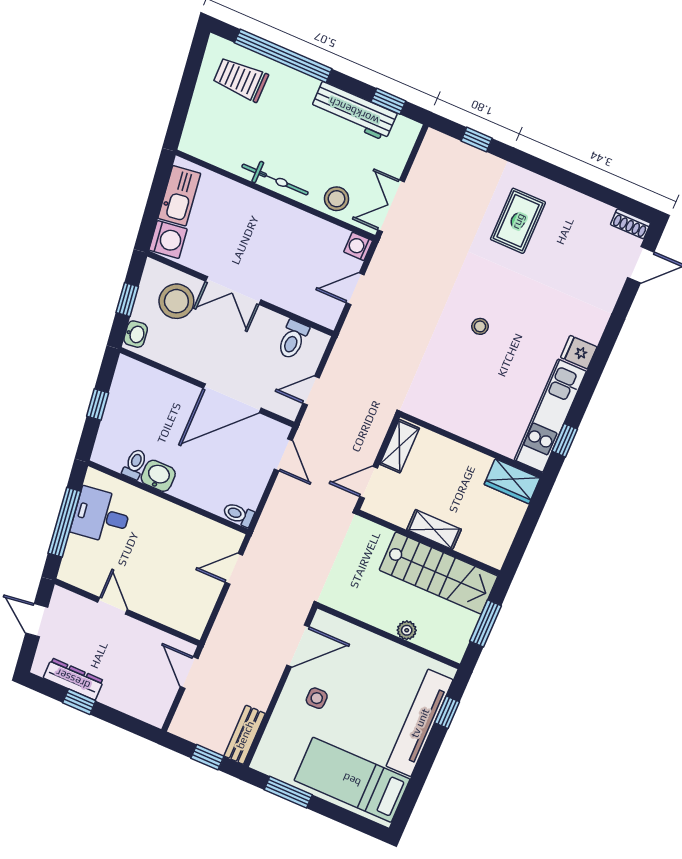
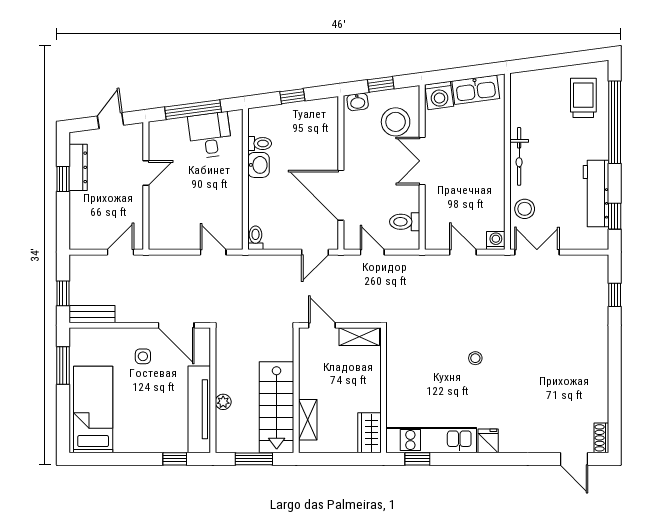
rug: (518, 221) -> (567, 352), removed
shelving: (434, 529) -> (308, 420), moved
tv unit: (420, 723) -> (199, 409), moved, turned -90

